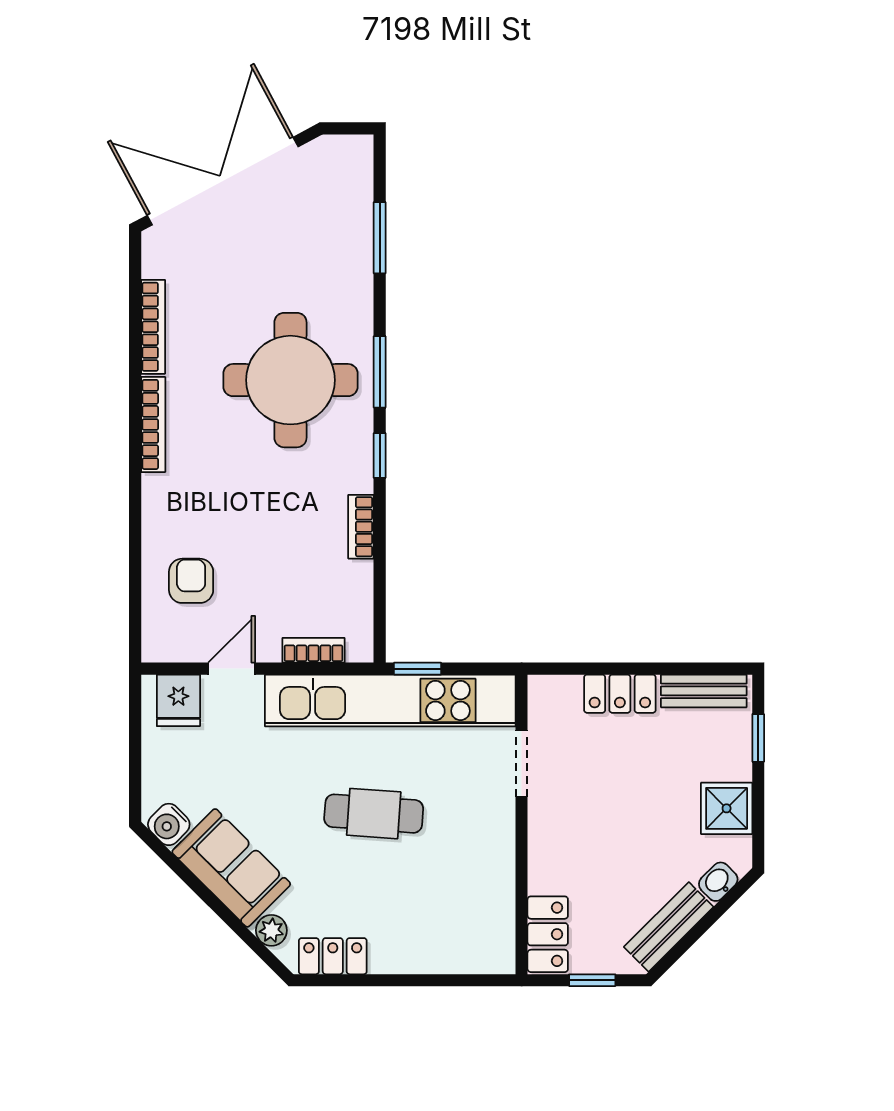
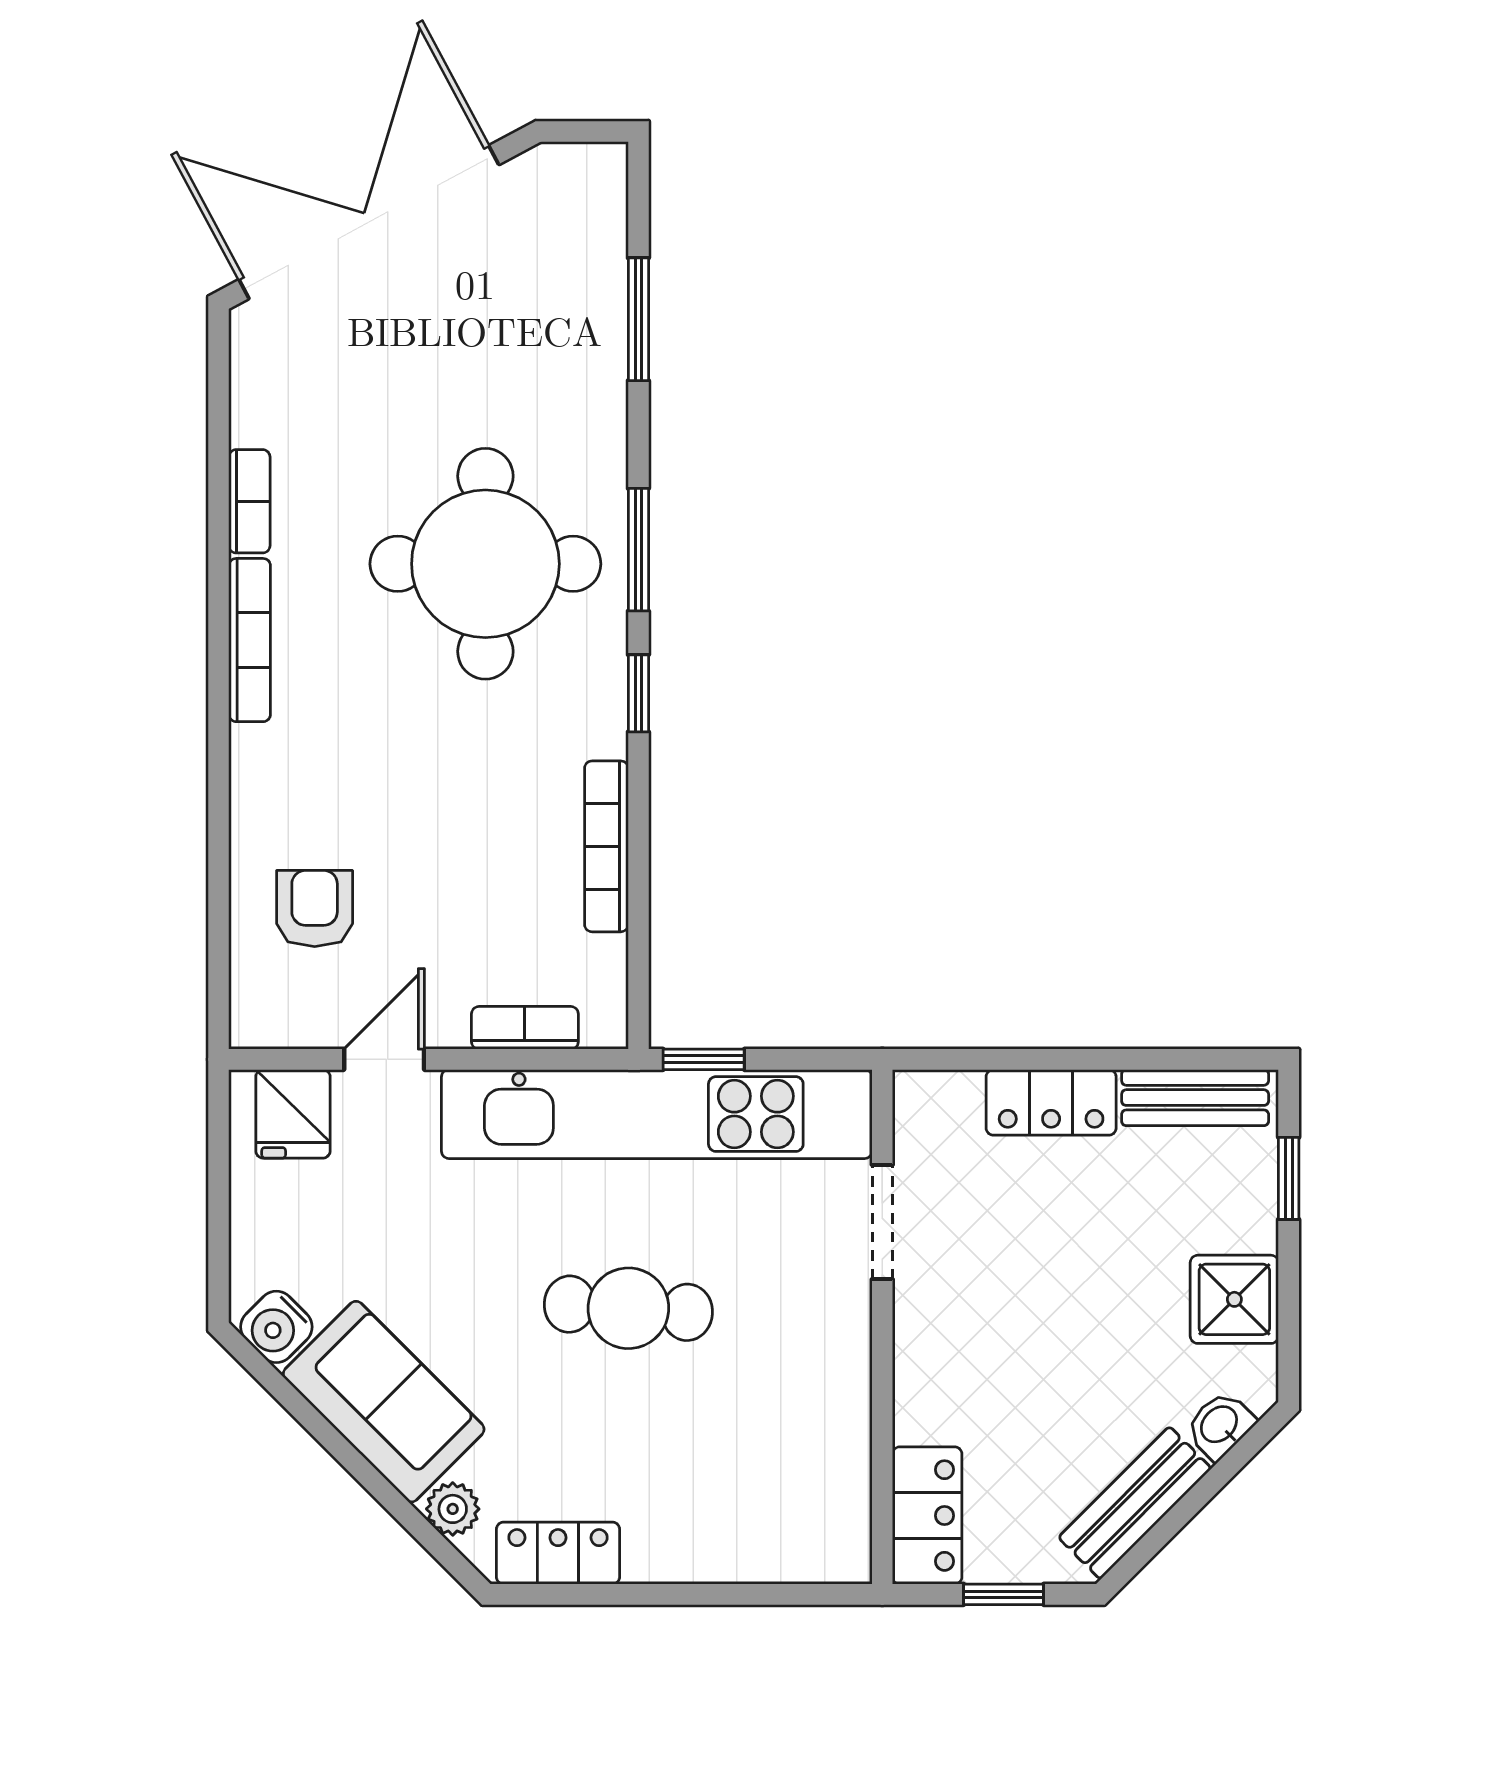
bookcase: (153, 327) -> (249, 501), width x0.64
bookcase: (361, 527) -> (606, 846), width x1.56

